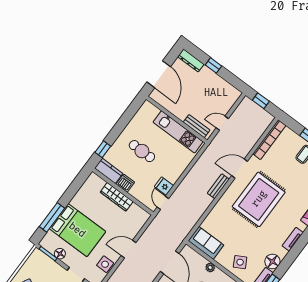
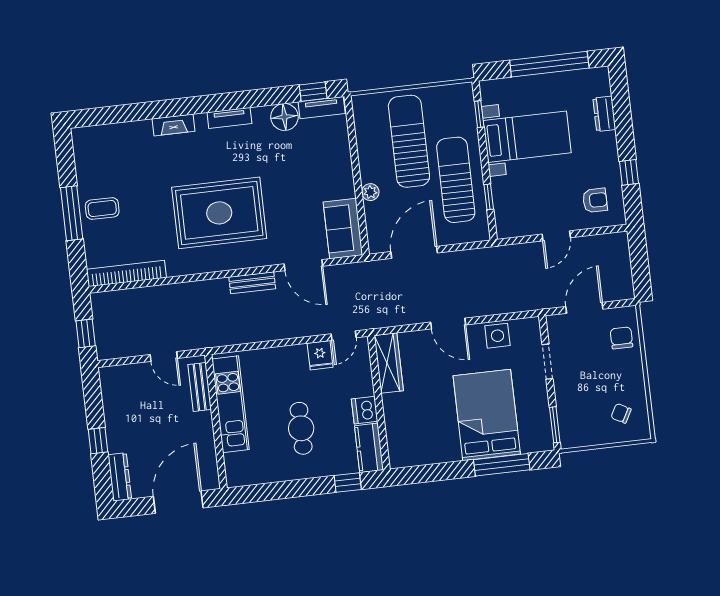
door: (240, 169) -> (303, 265), moved
wardrobe: (117, 197) -> (389, 363), moved
floor lamp: (60, 254) -> (540, 409), removed
side table: (240, 262) -> (326, 159), removed

